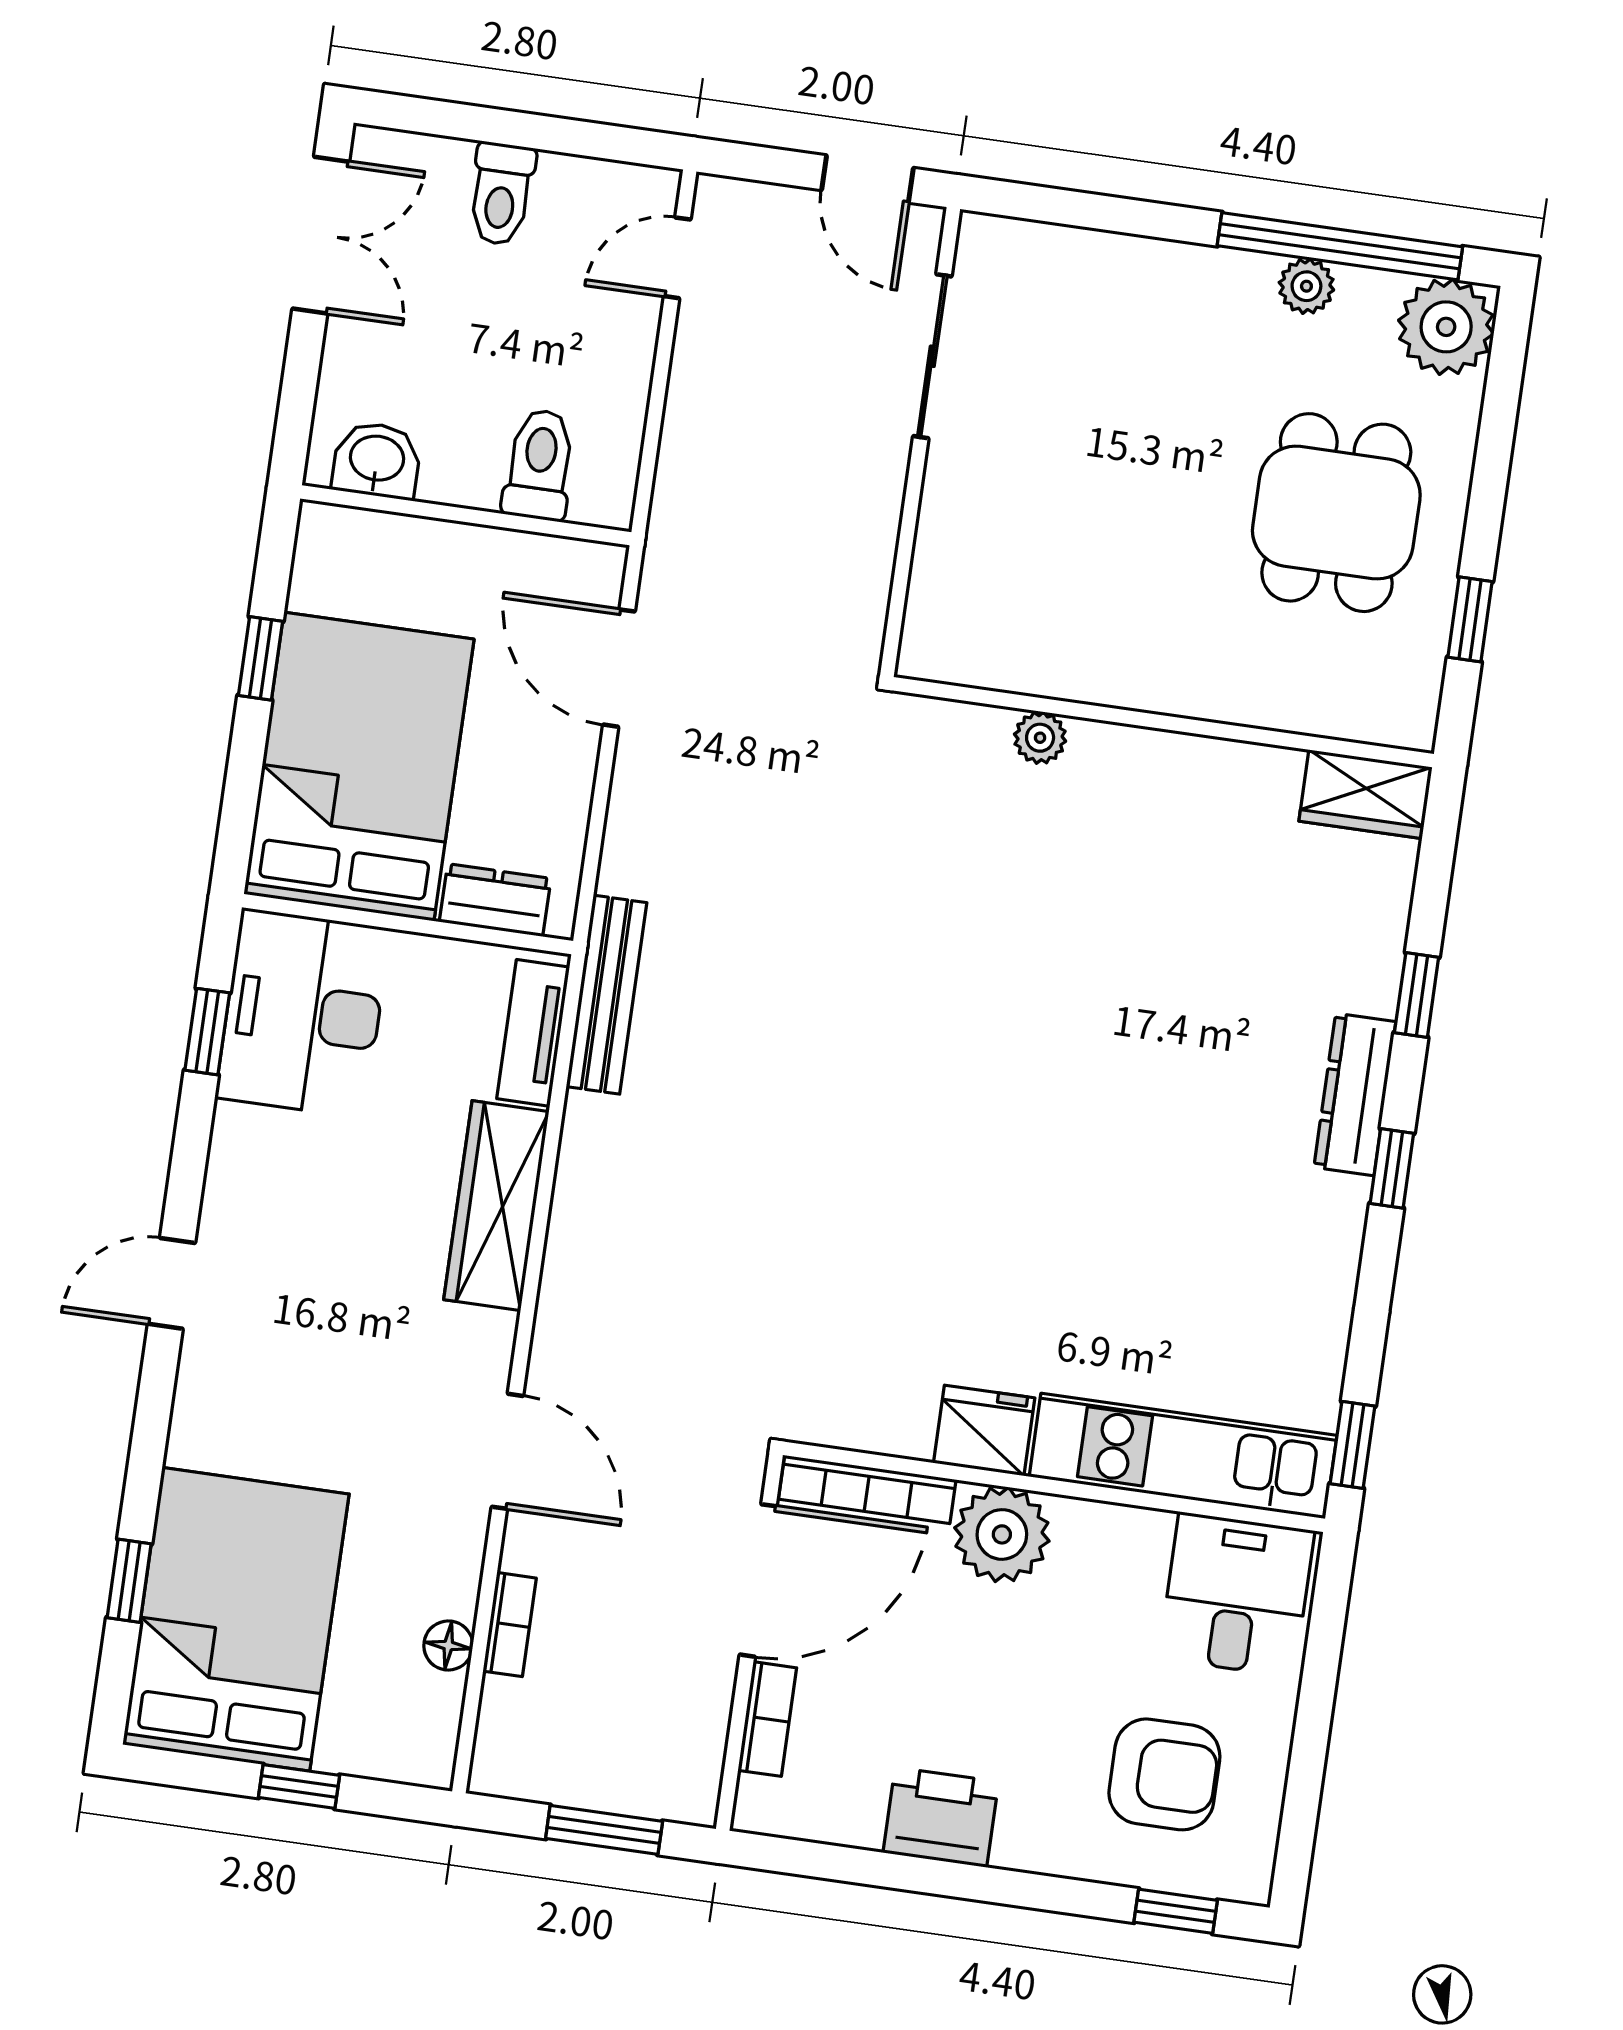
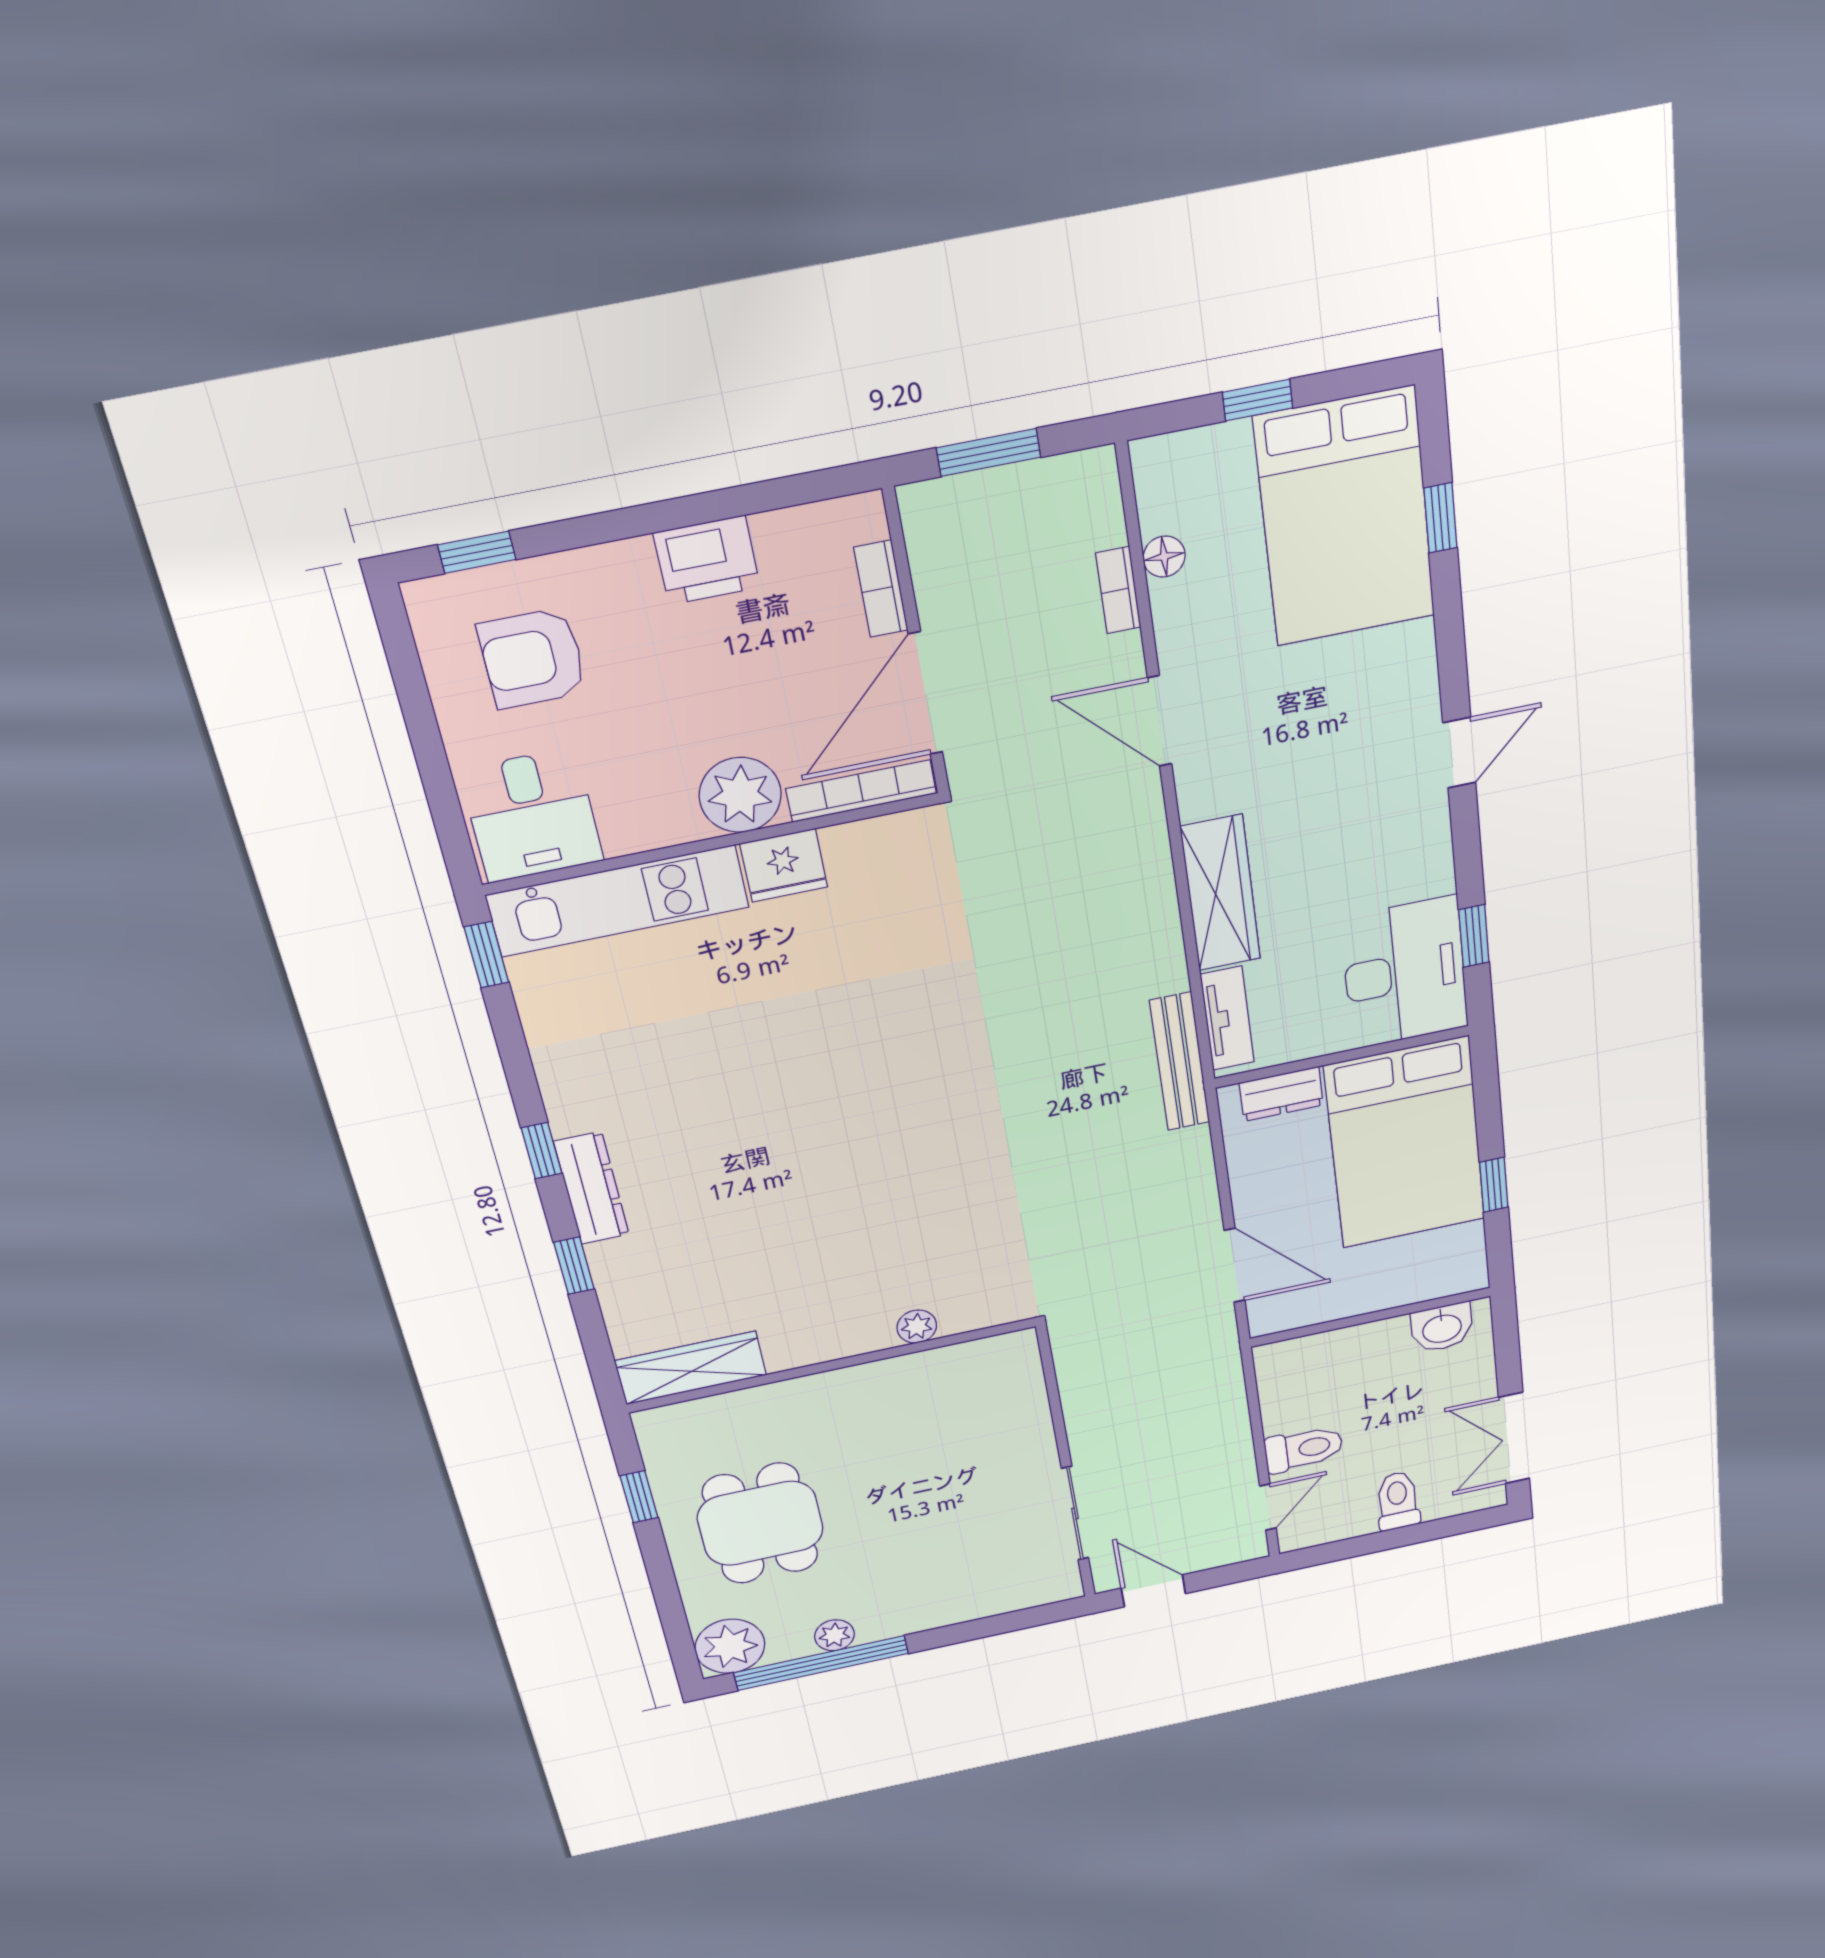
toilet: (539, 465) -> (1304, 1449), moved, turned -90
wardrobe: (1365, 794) -> (691, 1368), width x1.50

